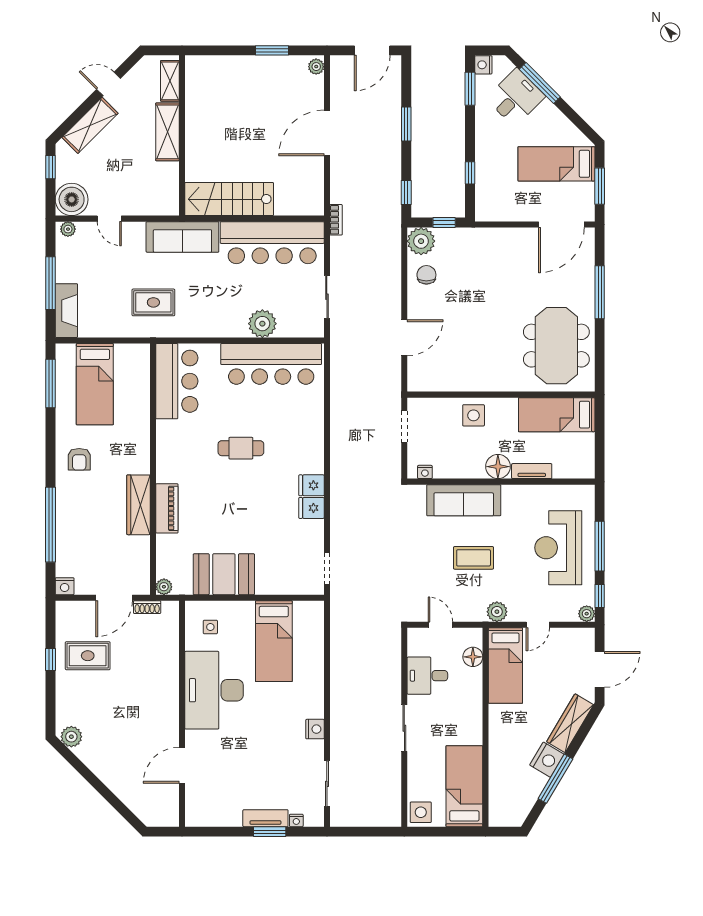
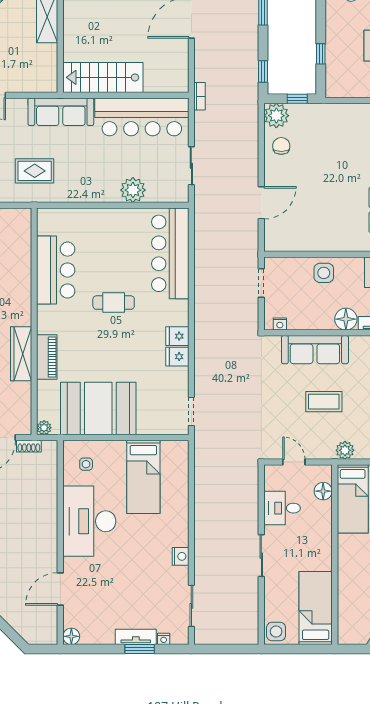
bar counter: (271, 364) -> (170, 253), moved, turned 90
bar counter: (177, 381) -> (56, 270), moved
booth: (224, 574) -> (98, 409), width x1.36, depth x1.42
floor lamp: (194, 818) -> (71, 636), added

